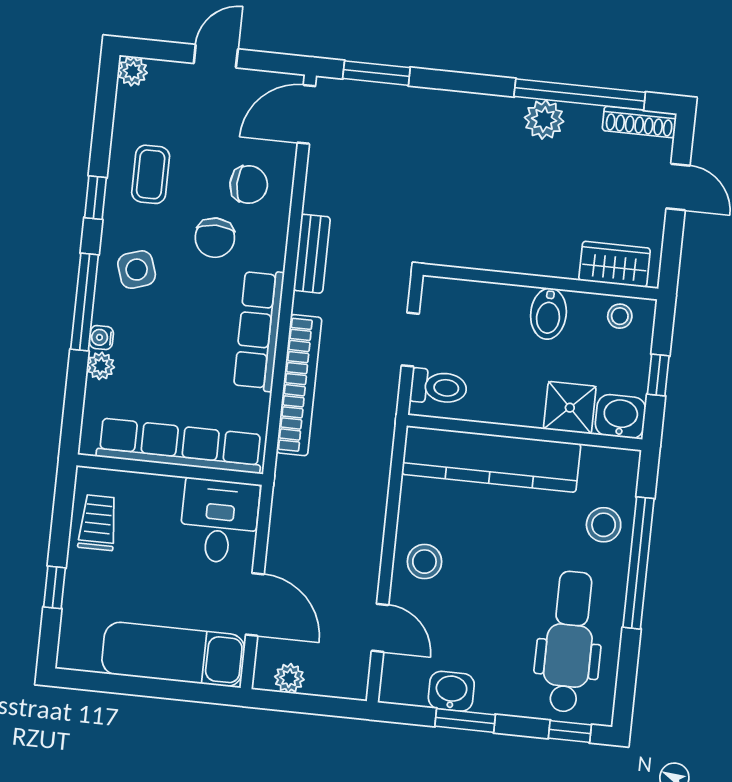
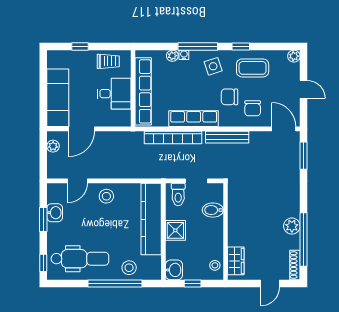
coffee table: (151, 174) -> (253, 68), width x1.36, depth x1.30
bench: (312, 254) -> (227, 137), width x1.36
bidet: (548, 314) -> (213, 210), moved
shower: (570, 408) -> (175, 230), moved
desk: (219, 521) -> (114, 94), moved

